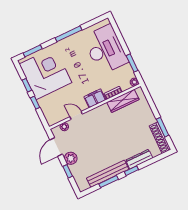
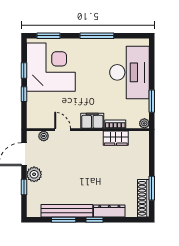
wardrobe: (123, 101) -> (116, 138), width x0.67

